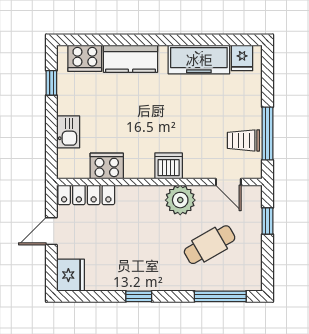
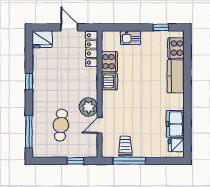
freezer: (199, 60) -> (175, 124), width x0.71
dishwasher: (169, 166) -> (110, 81), moved
door: (228, 182) -> (100, 125), moved
cafe table: (210, 245) -> (61, 125), turned 35

